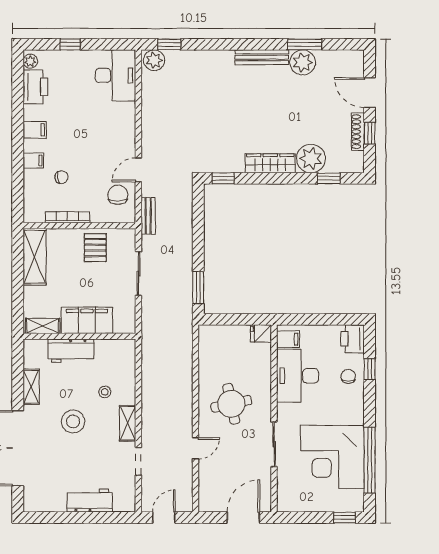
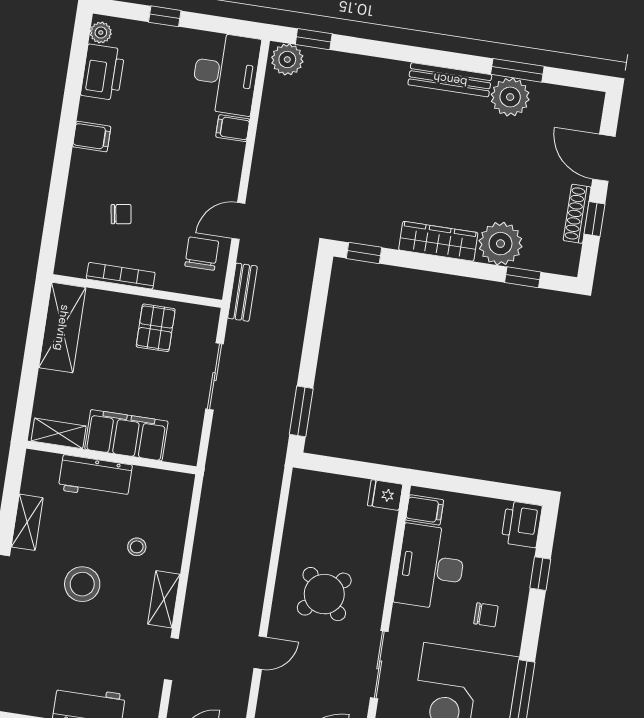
filing cabinet: (33, 161) -> (233, 128), moved, turned 180
chair: (348, 376) -> (486, 615), moved, turned 90
round table: (231, 404) -> (324, 594), turned -32

